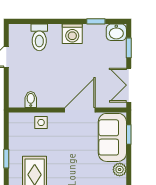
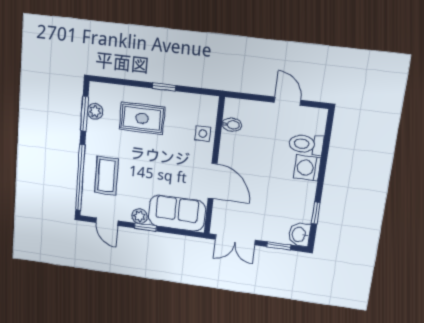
washing machine: (72, 34) -> (307, 168), moved
double door: (129, 85) -> (235, 240), swing flipped
window: (129, 135) -> (145, 227), moved

